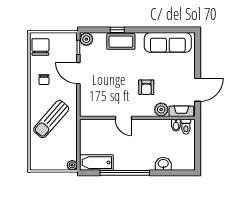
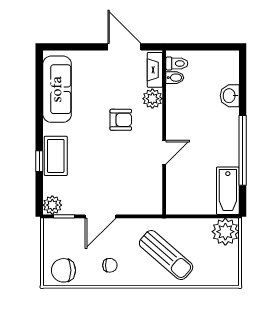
plant: (72, 165) -> (225, 232), width x1.87, depth x1.87

